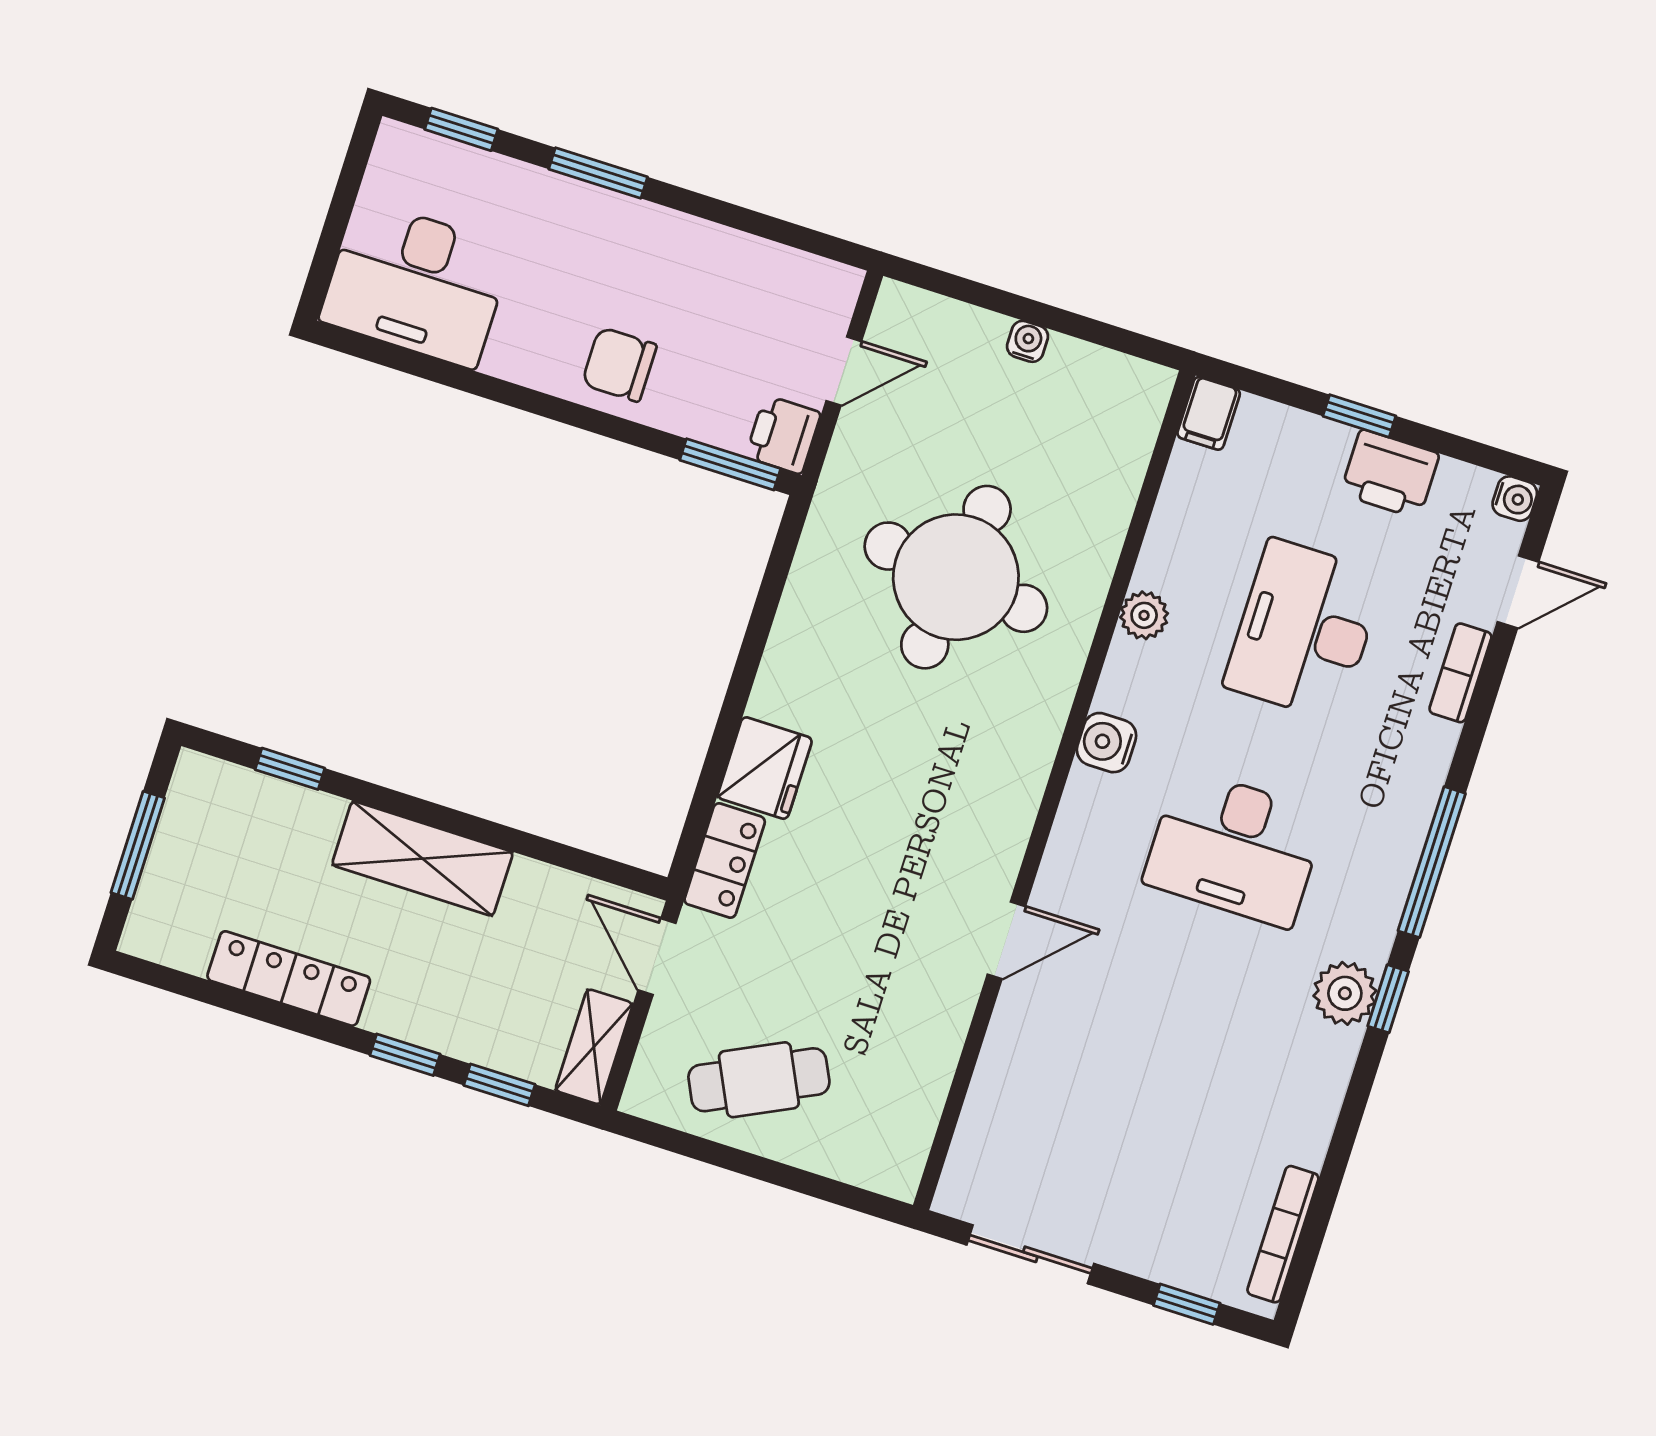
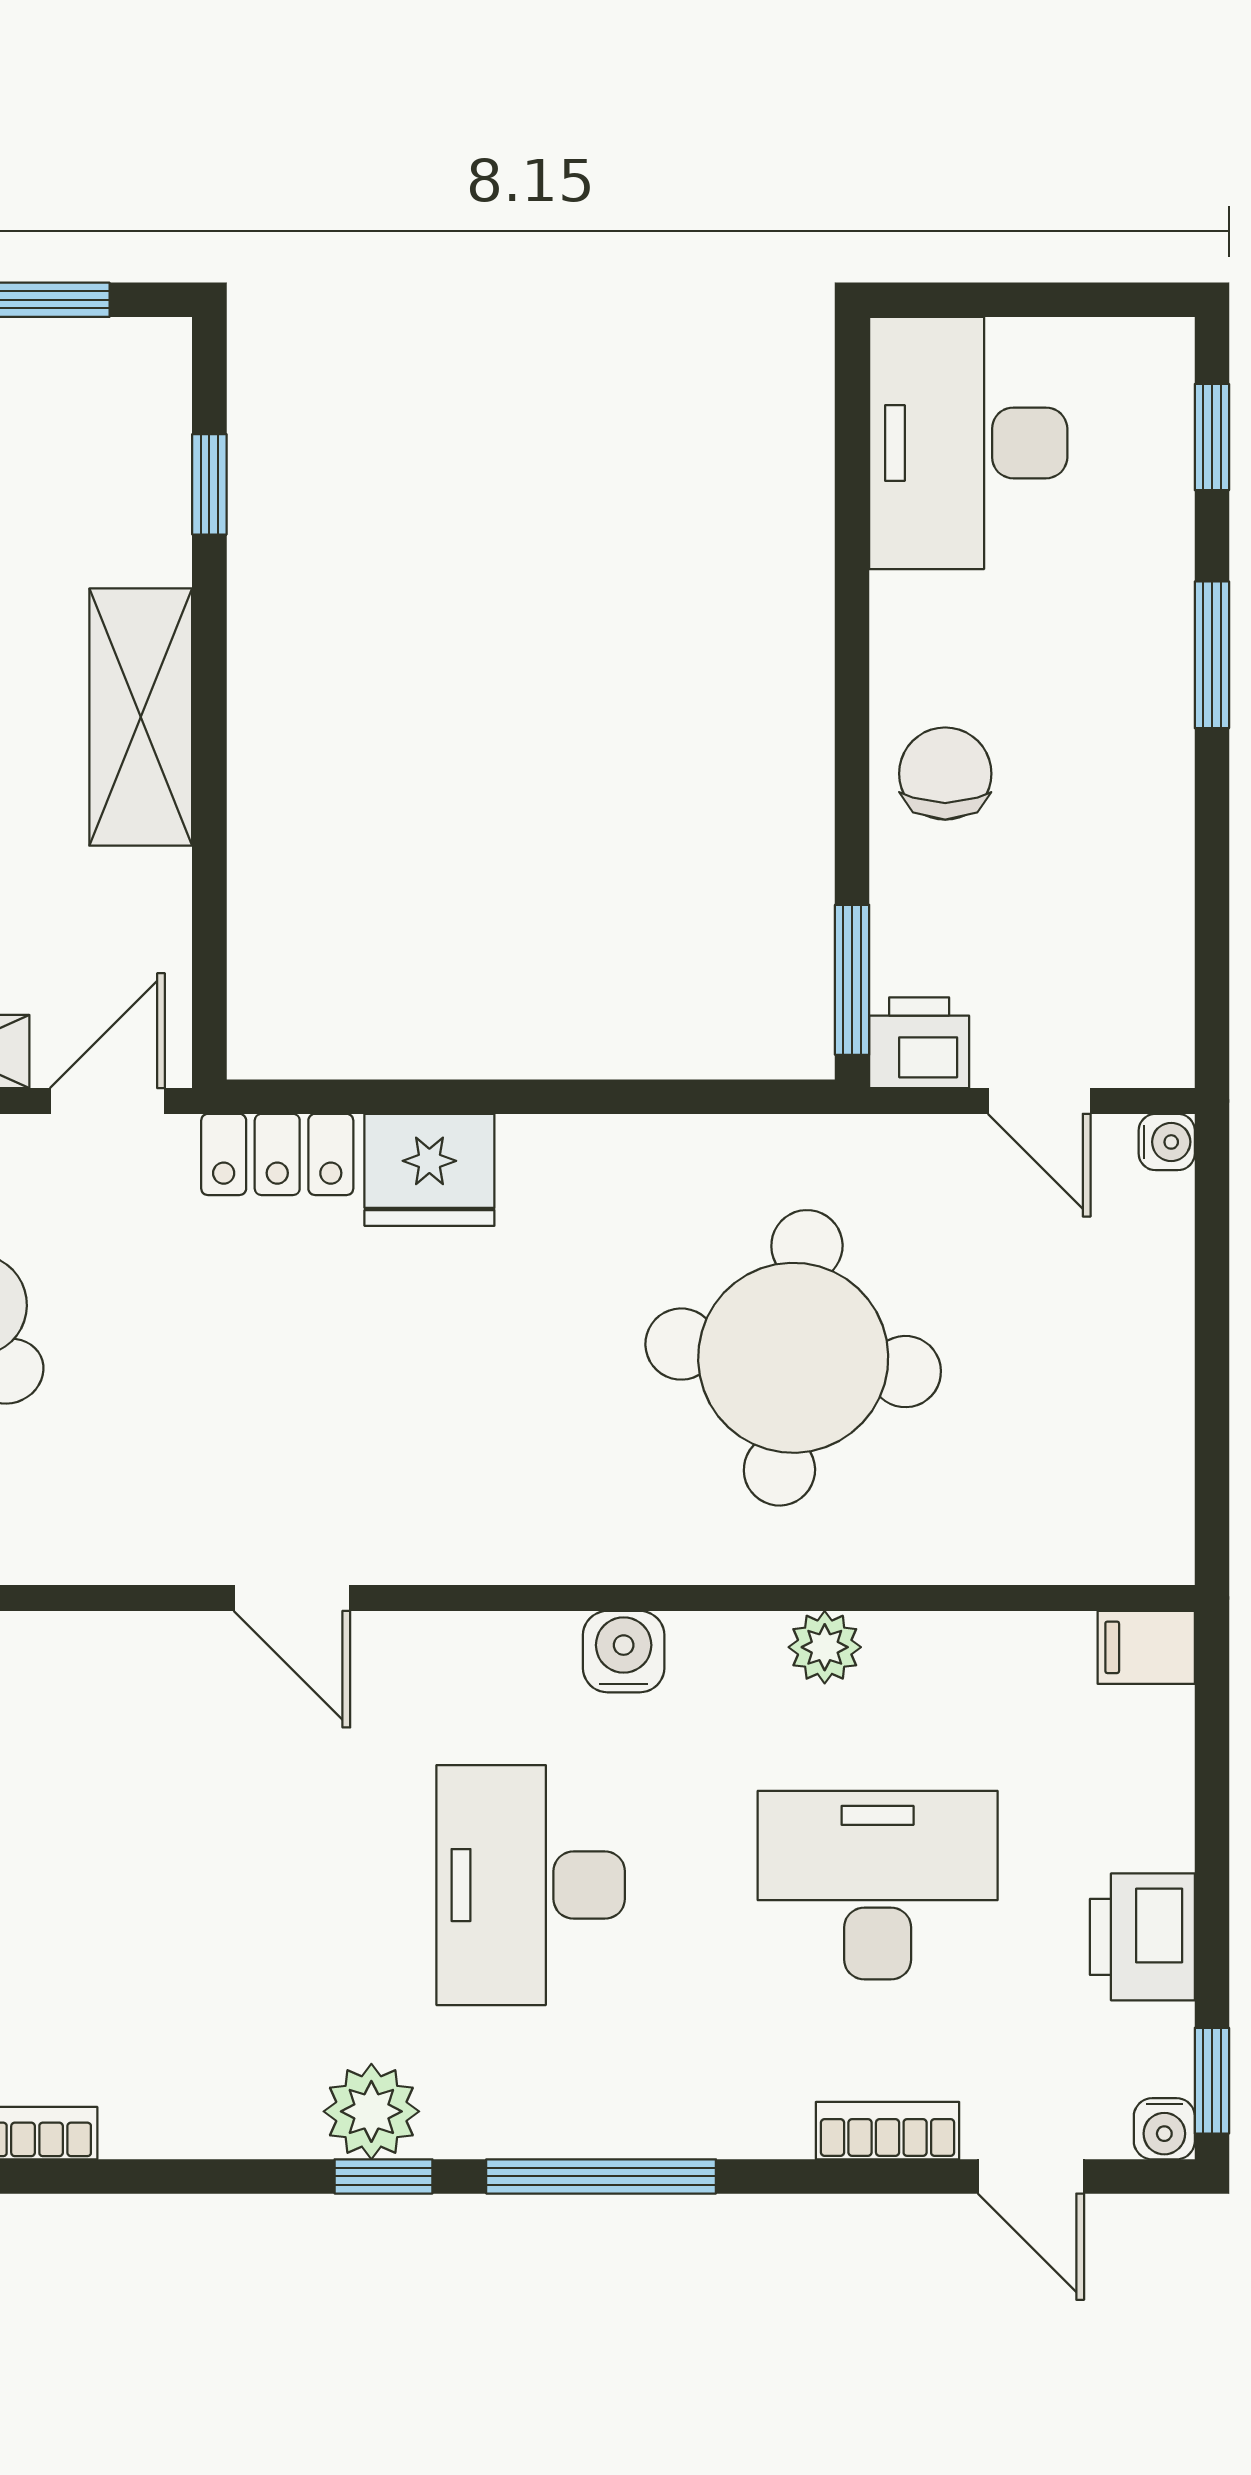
water cooler: (1027, 341) -> (1167, 1142), moved
window: (1359, 416) -> (1212, 2081), moved

